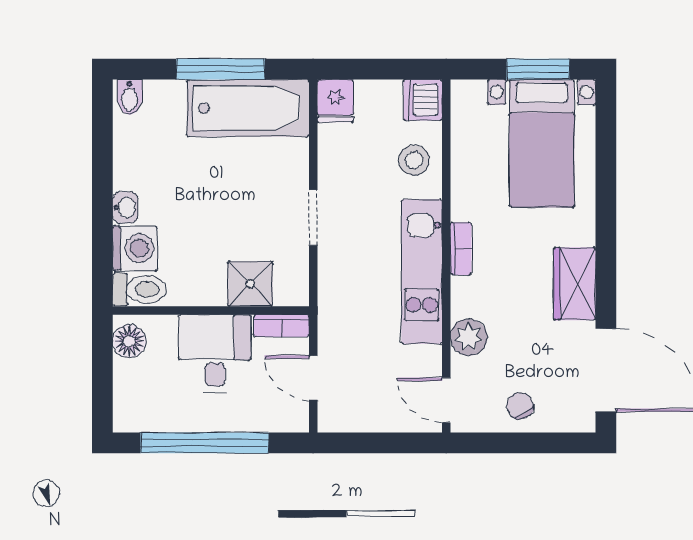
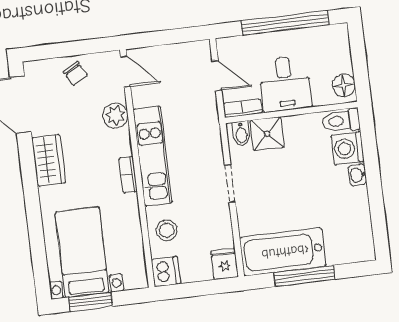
bidet: (130, 97) -> (241, 134), moved, turned 180

